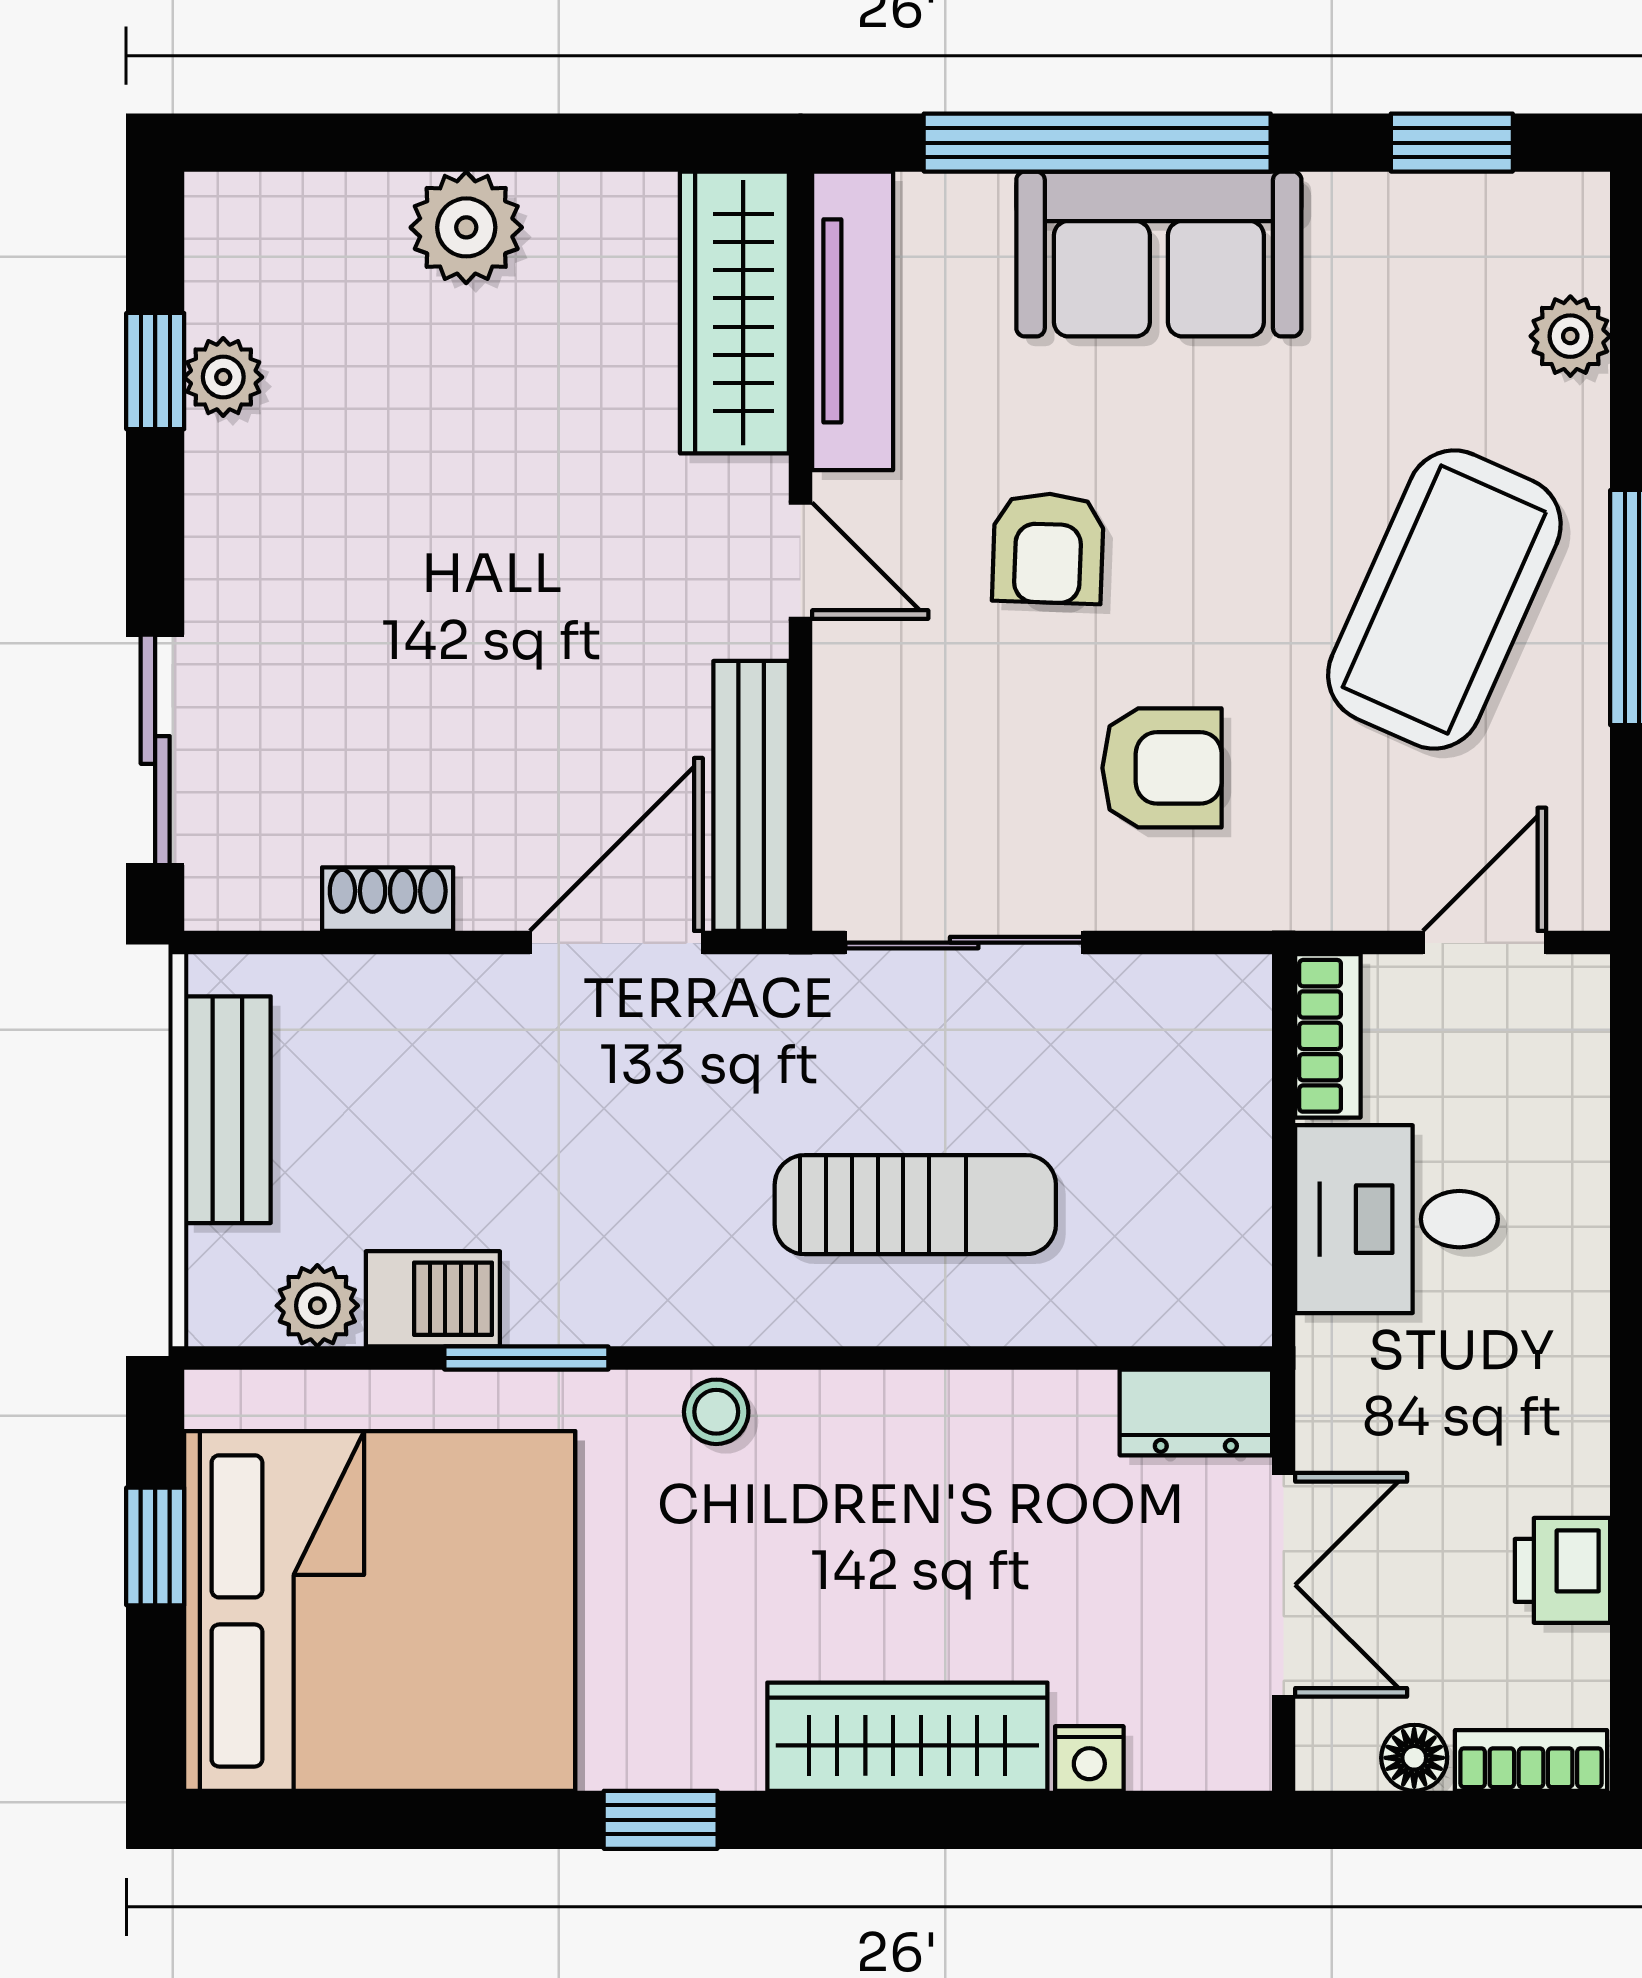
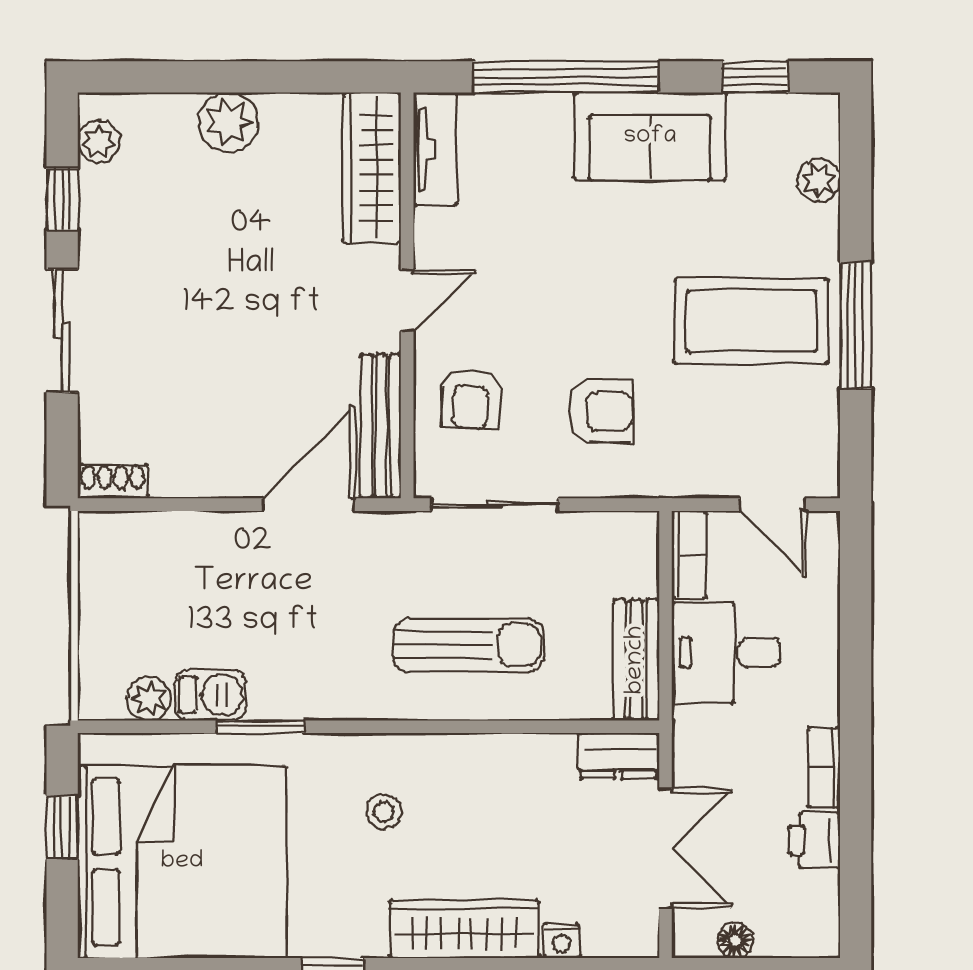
sofa: (1159, 254) -> (650, 137), moved
tv unit: (853, 321) -> (435, 149), width x0.71
plant: (223, 377) -> (99, 142), moved
armchair: (1048, 548) -> (471, 399), moved
door: (801, 561) -> (407, 301), hinge flipped
coffee table: (1444, 600) -> (751, 321), turned 66
sliding door: (155, 750) -> (62, 331), moved
shoe rack: (388, 899) -> (113, 481), moved
door: (1485, 943) -> (773, 505), swing flipped
bench: (227, 1110) -> (636, 660), moved
stool: (716, 1412) -> (384, 812), moved
bookcase: (1531, 1760) -> (824, 767), moved, turned -90

